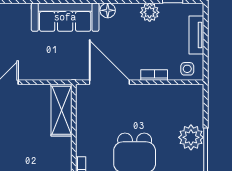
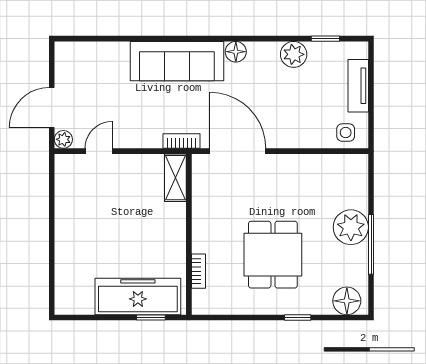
bookcase: (154, 75) -> (182, 141), moved
shelving: (61, 110) -> (175, 178), width x0.67, depth x0.75

